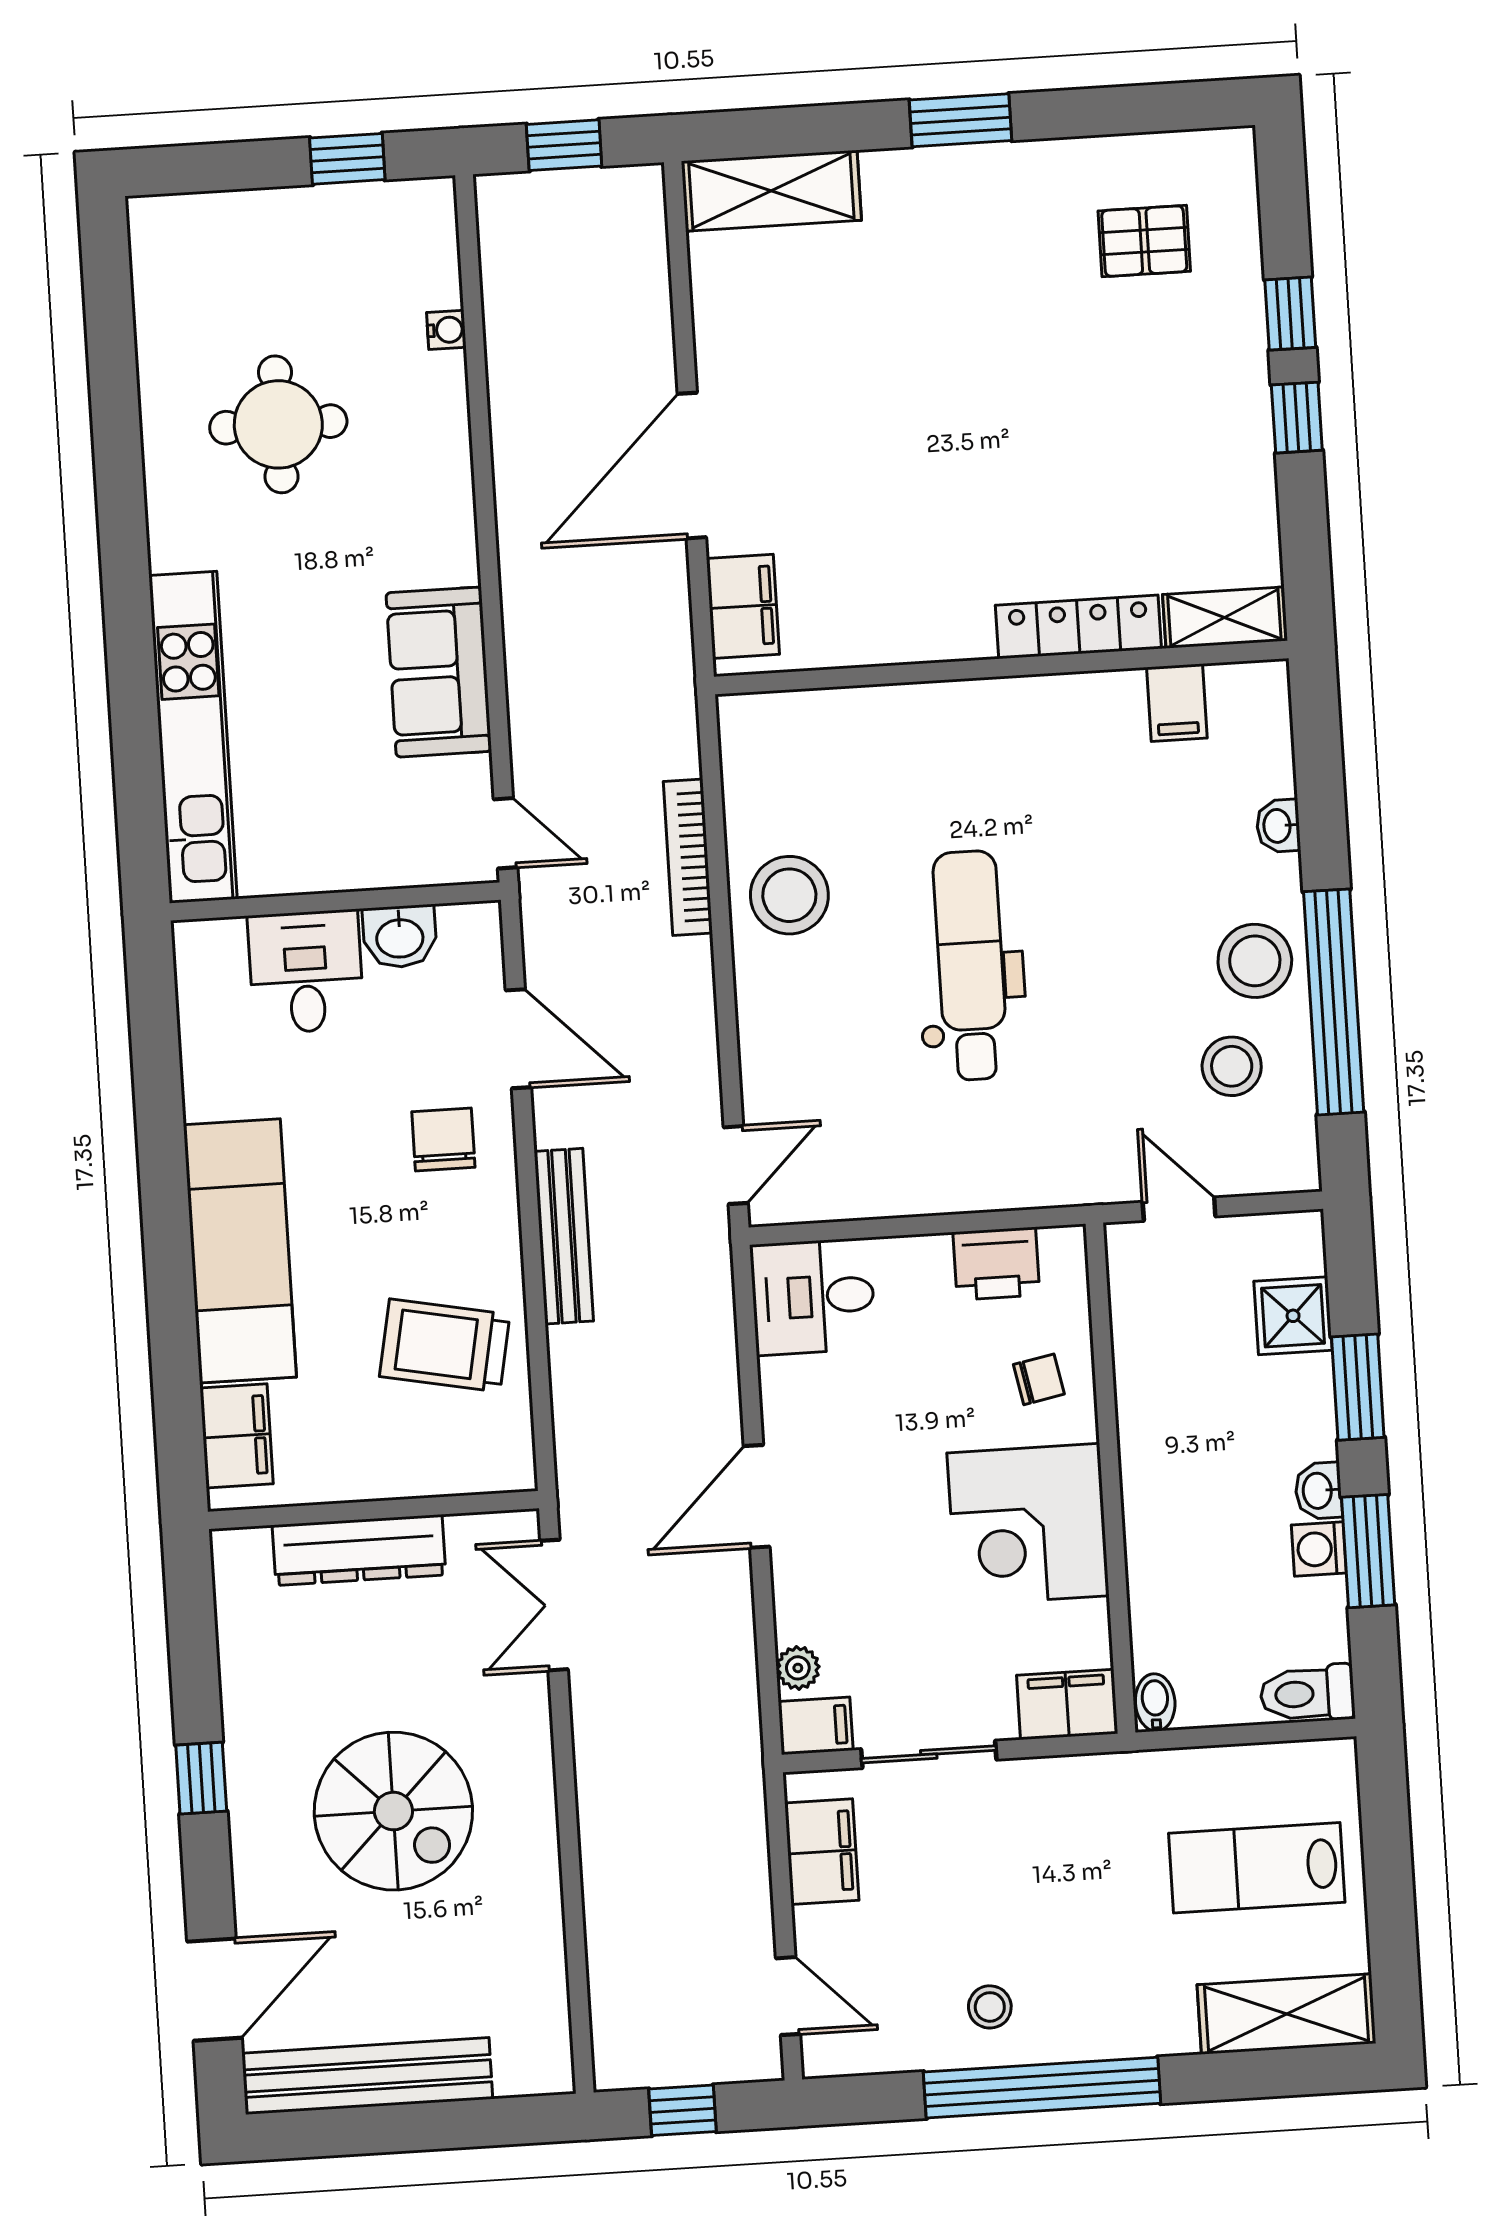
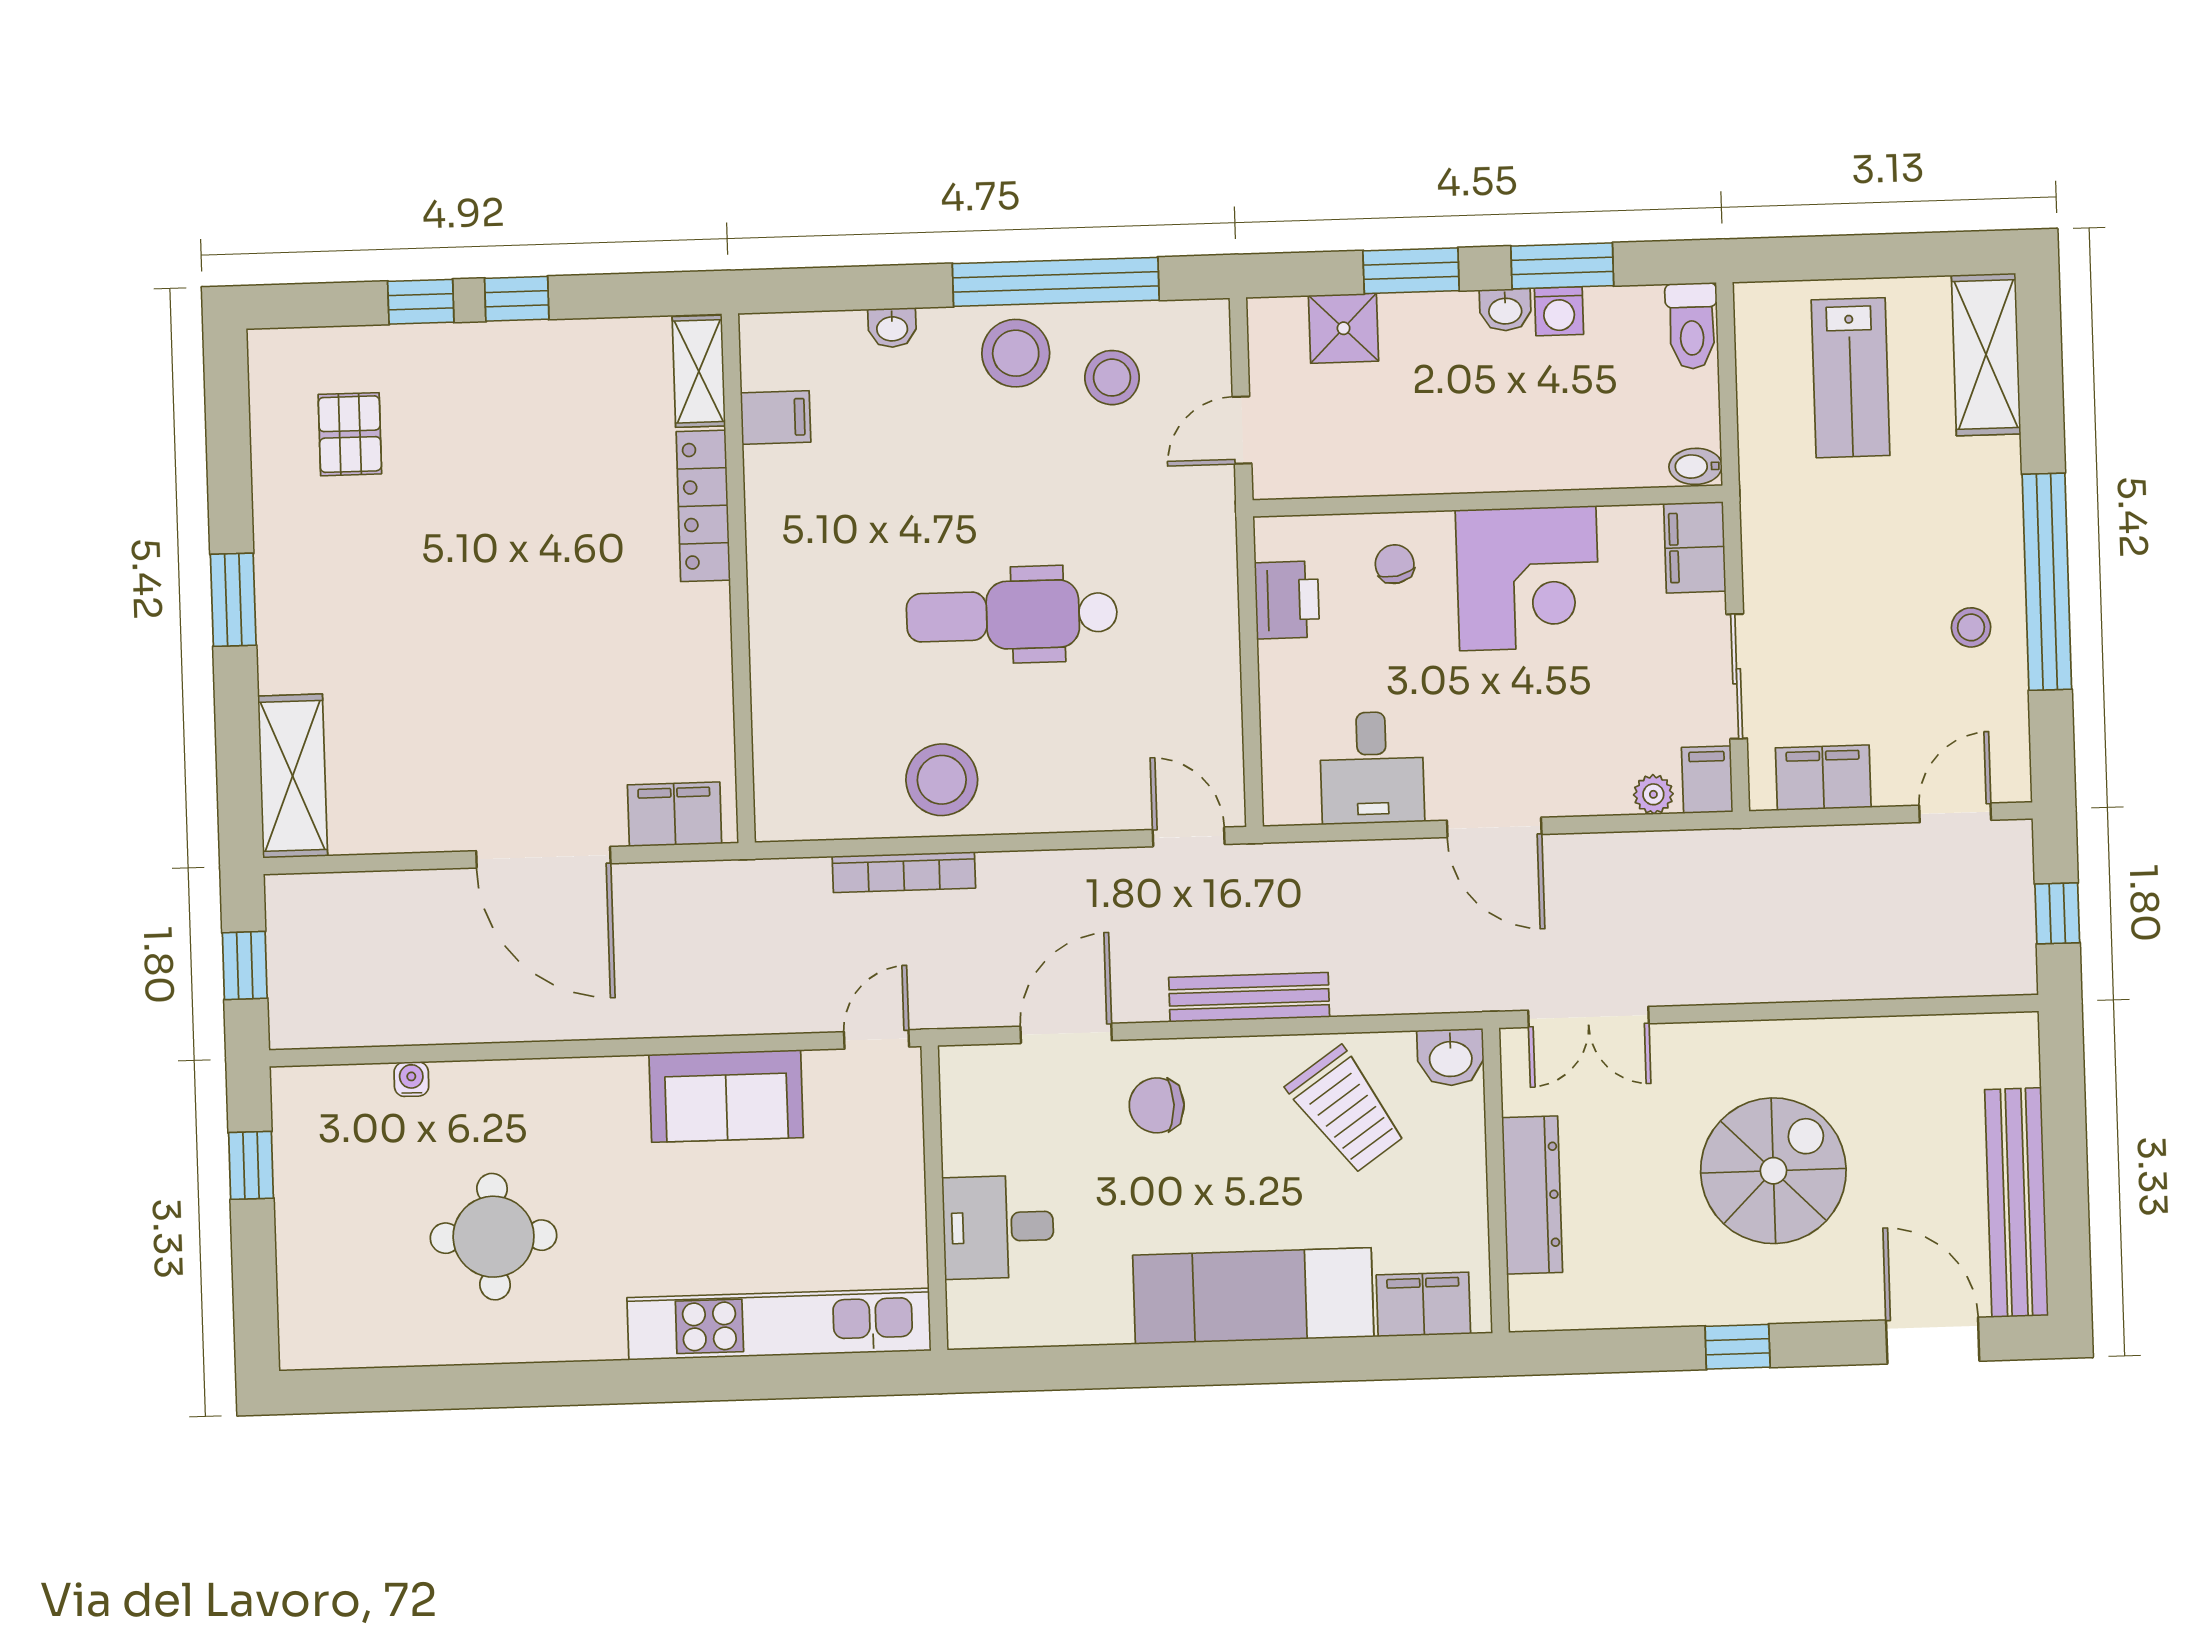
washbasin: (400, 937) -> (1451, 1057), moved, turned 90
desk: (813, 1297) -> (1372, 768), moved
trolley: (445, 1345) -> (1346, 1110), turned -46

